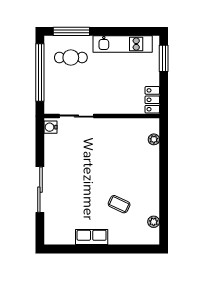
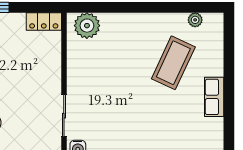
plant: (154, 139) -> (87, 26), width x1.88, depth x1.88
coffee table: (119, 204) -> (173, 63), width x1.86, depth x1.72

